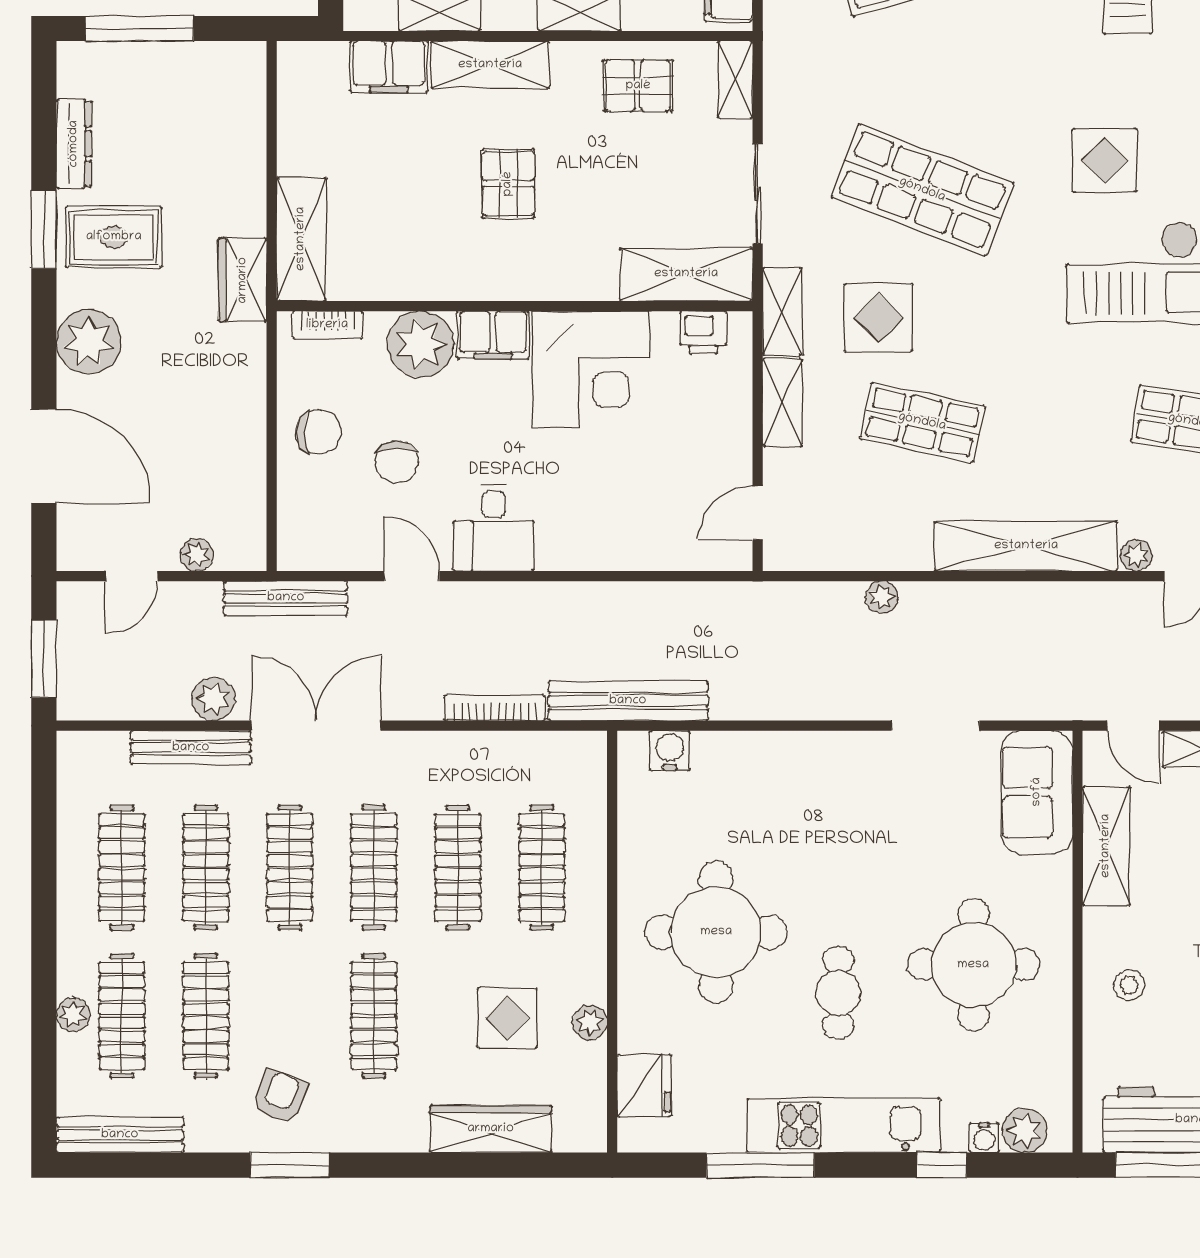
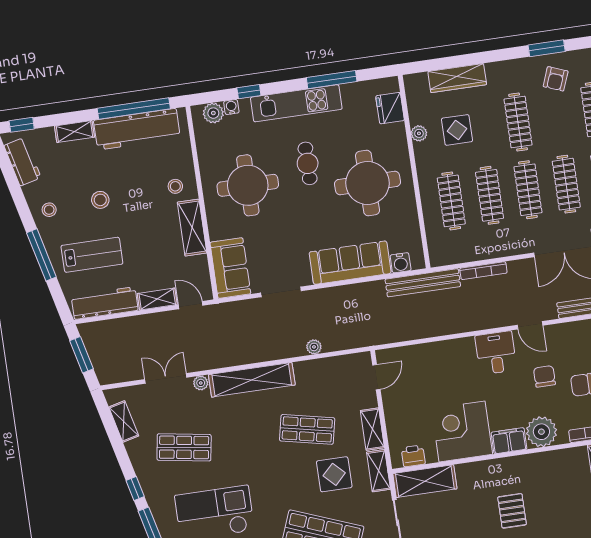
sofa: (778, 767) -> (350, 263), added
shelving: (1106, 846) -> (192, 228), moved

